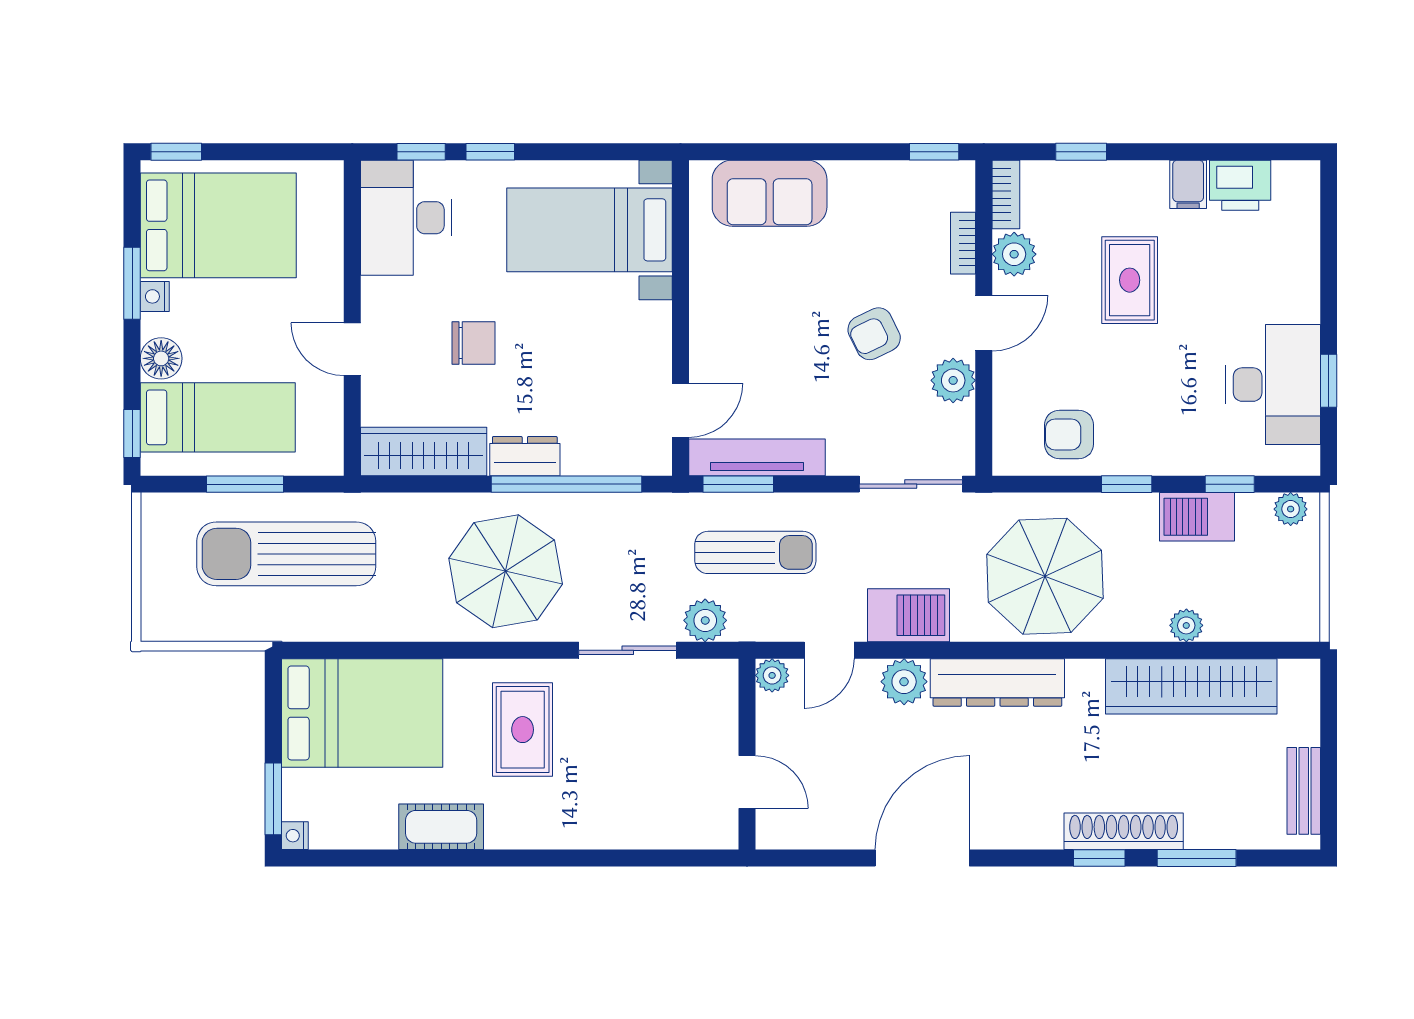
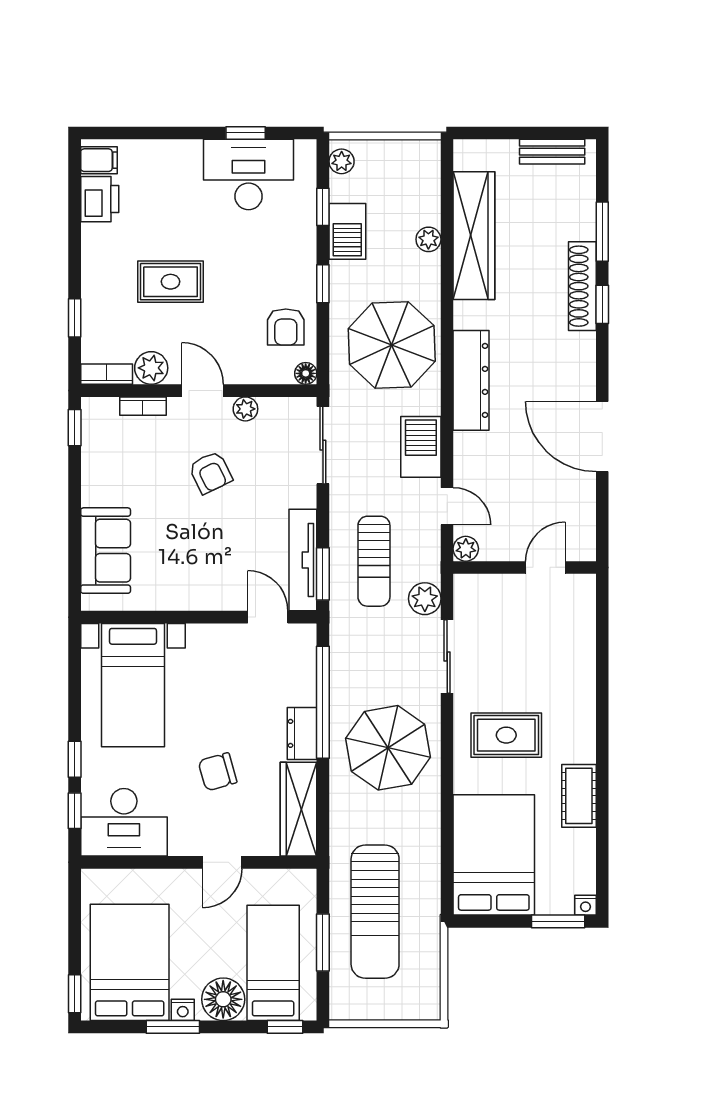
filing cabinet: (1188, 184) -> (99, 160), moved
chair: (473, 343) -> (218, 772), turned -106
floor lamp: (161, 358) -> (223, 999), width x1.38, depth x1.38
plant: (953, 380) -> (245, 409), width x0.73, depth x0.73
floor lamp: (1007, 461) -> (306, 373), added
sun lounger: (755, 552) -> (374, 561), turned 180
plant: (904, 682) -> (470, 450), removed

